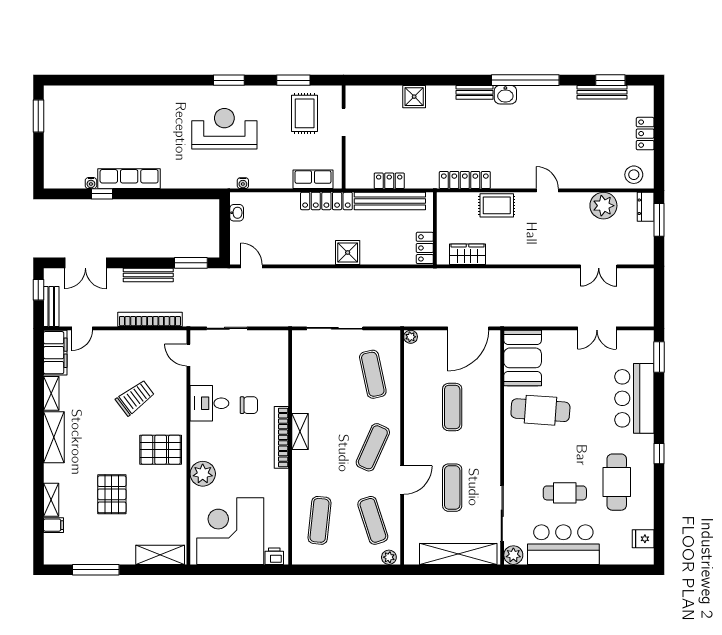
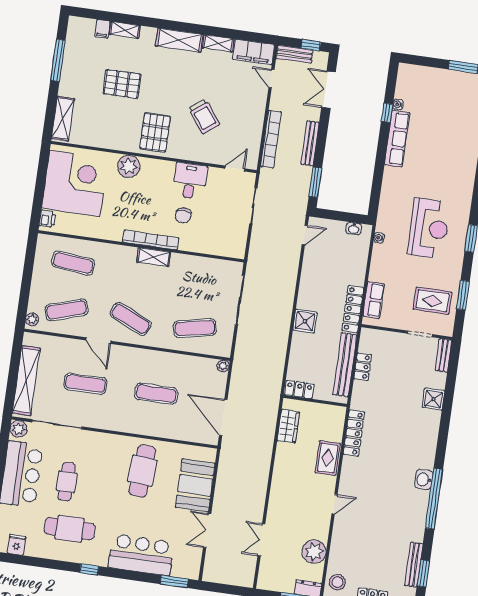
bench: (475, 92) -> (444, 355), moved
booth: (523, 358) -> (195, 485), moved, turned 90

